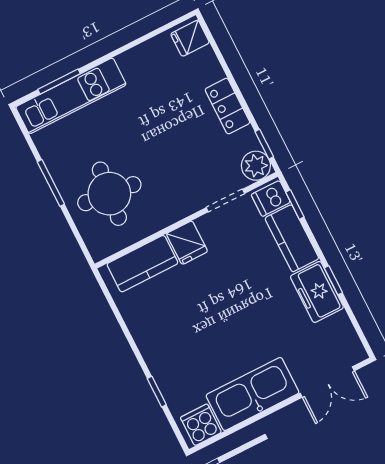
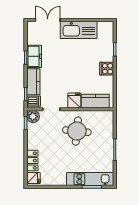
locker: (227, 106) -> (32, 161), moved
round table: (109, 194) -> (77, 131), moved
cooker: (201, 425) -> (107, 69), moved, turned 90

